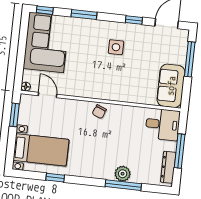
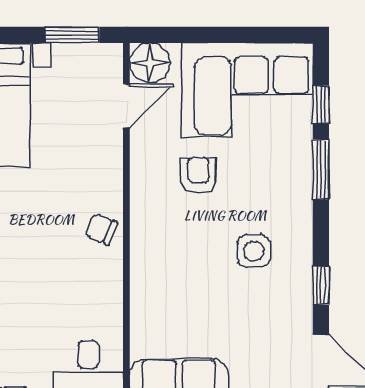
window: (45, 10) -> (321, 105), moved
armchair: (81, 67) -> (198, 175), added
floor lamp: (26, 87) -> (150, 63), width x1.89, depth x1.89

